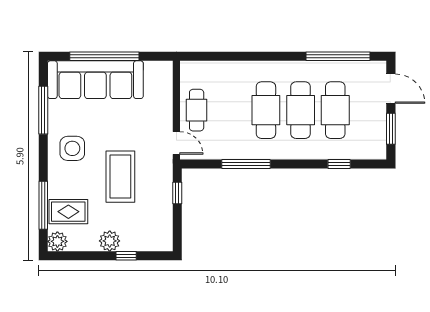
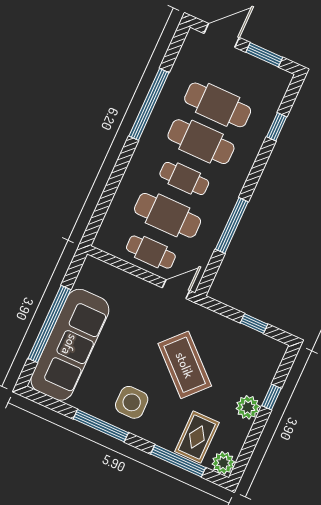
window: (338, 56) -> (149, 104), moved
window: (43, 110) -> (101, 426), moved
cafe table: (231, 110) -> (168, 215), added
cafe table: (266, 110) -> (184, 178), width x0.73, depth x0.74
coffee table: (120, 177) -> (185, 365), turned 43
window: (177, 193) -> (254, 324), moved

